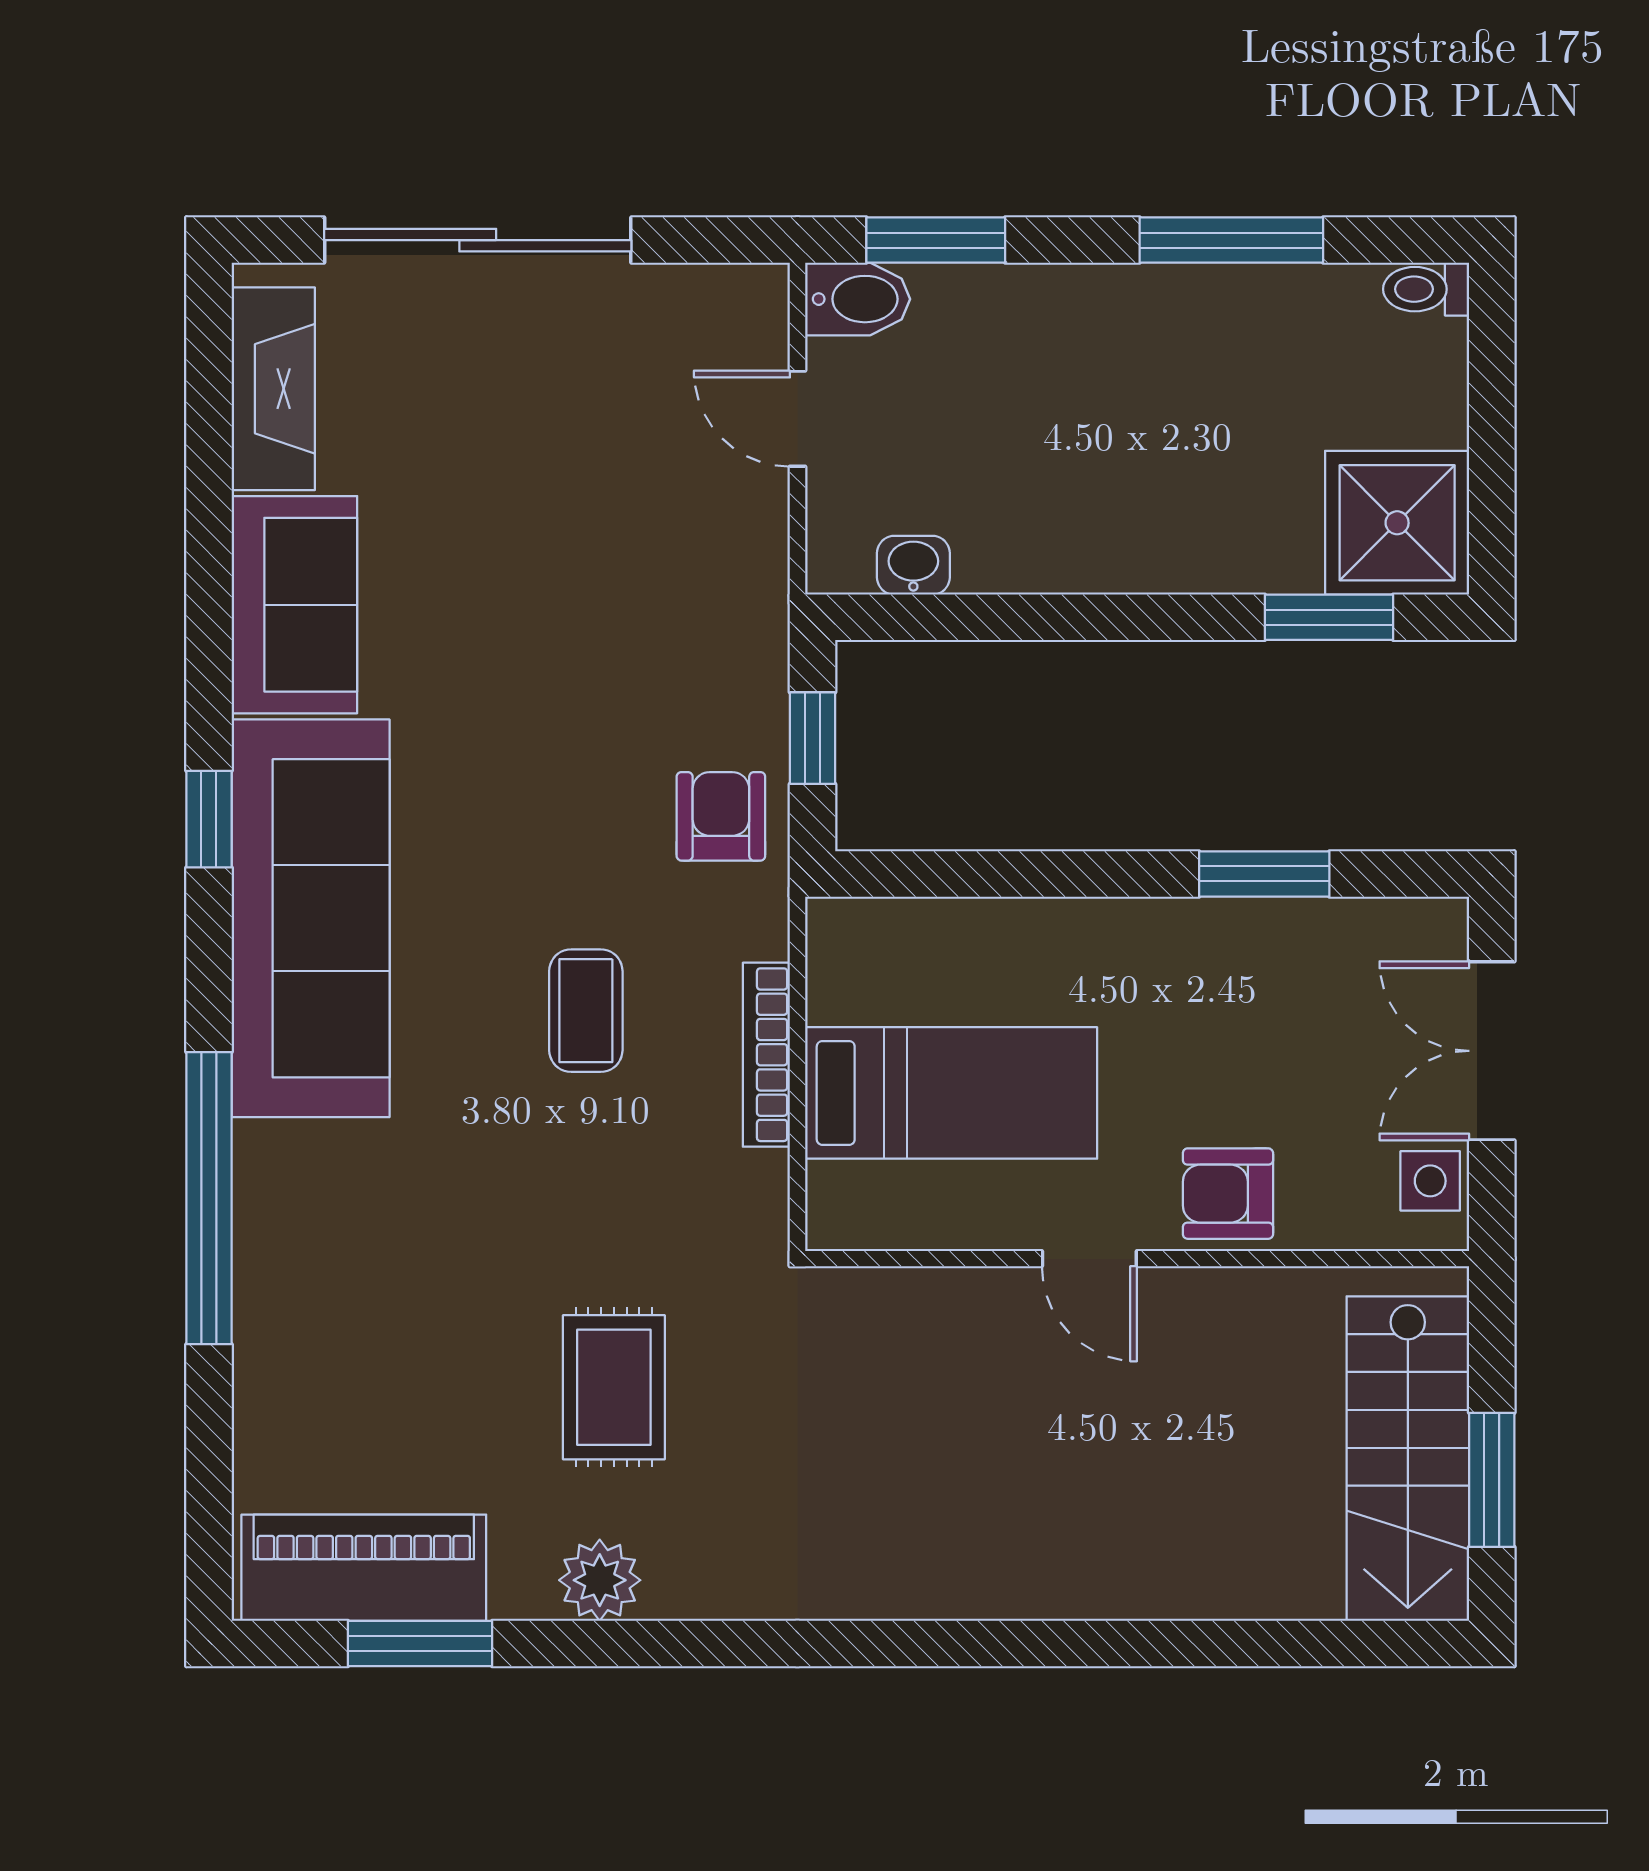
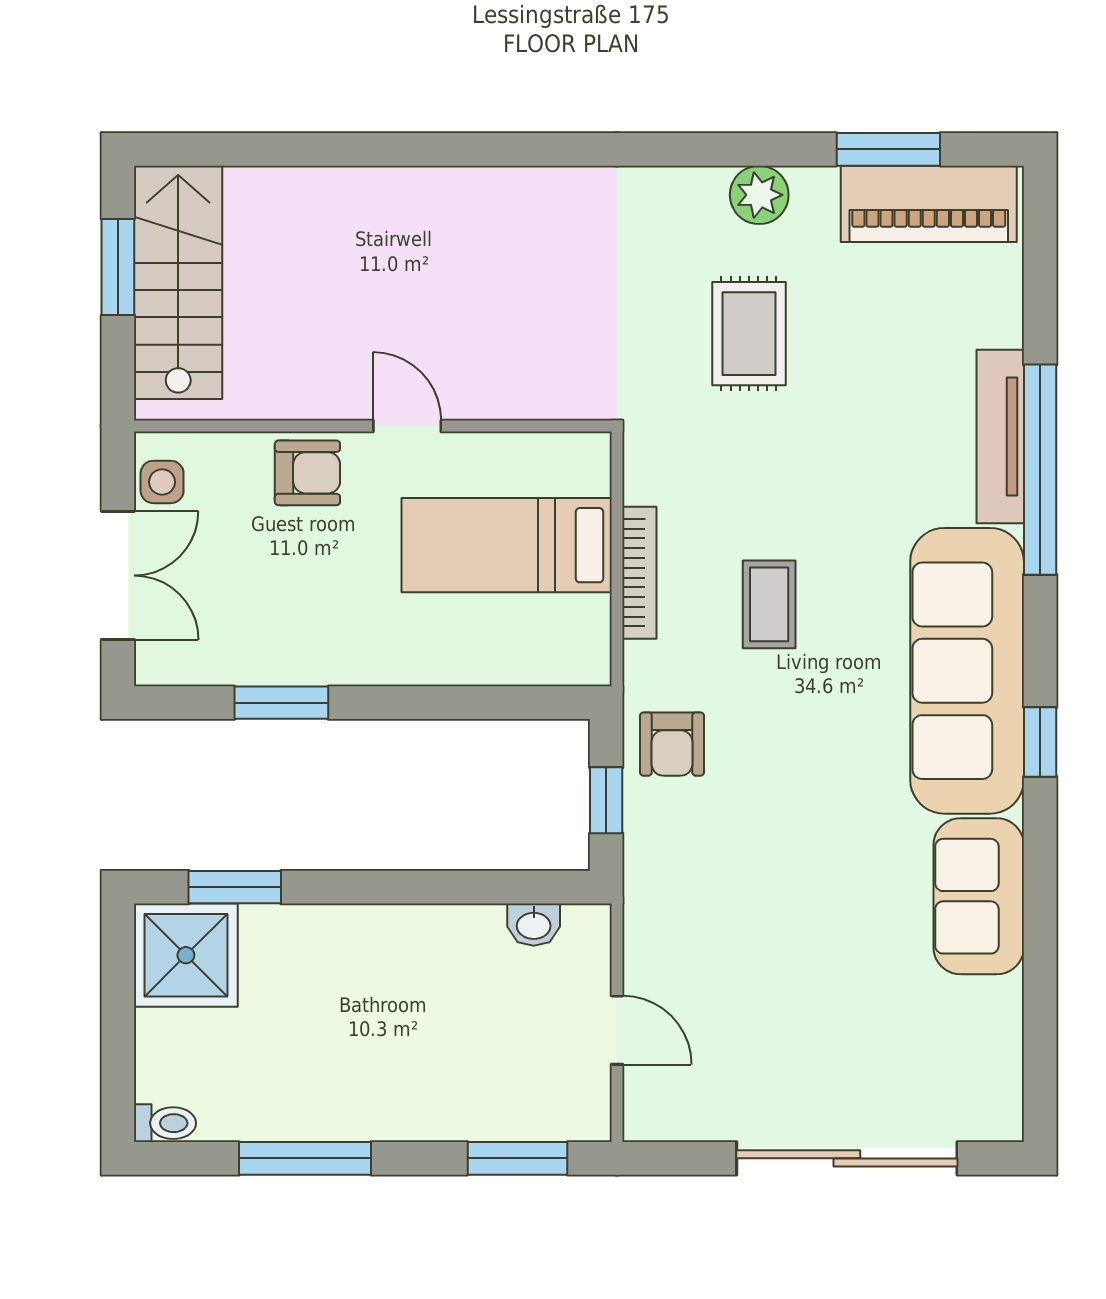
bidet: (858, 299) -> (574, 1116), removed
fireplace: (273, 389) -> (994, 1051), removed
tv unit: (264, 1244) -> (1000, 436), added

